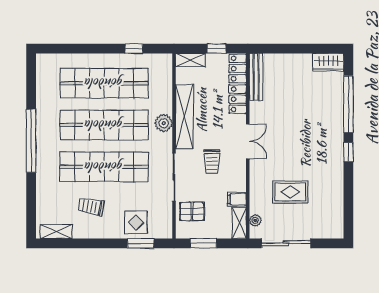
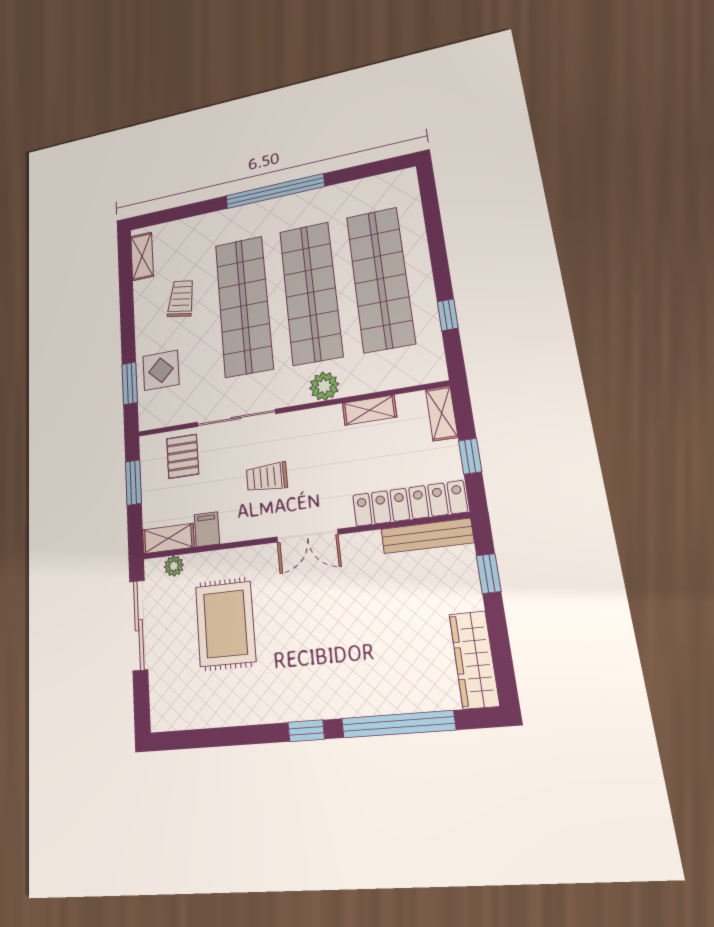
window: (279, 49) -> (489, 574), added
wardrobe: (328, 62) -> (474, 660), width x1.50
shelving: (184, 116) -> (369, 410), width x0.45, depth x0.75
rug: (290, 192) -> (225, 624), width x1.36, depth x1.43

